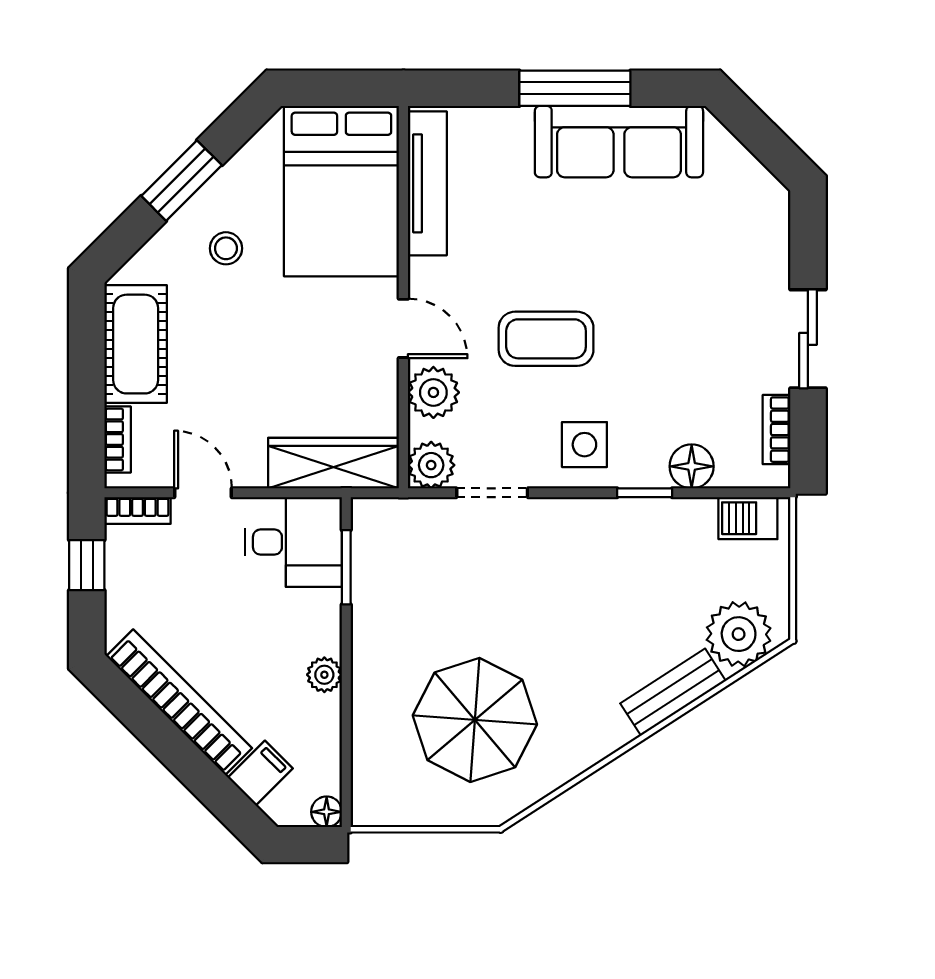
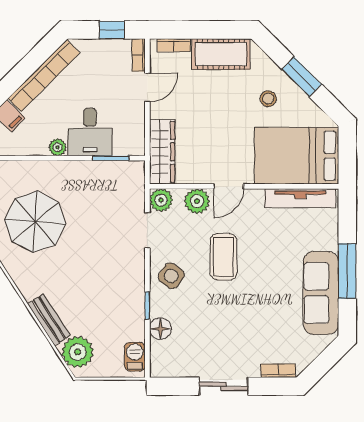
bookcase: (777, 430) -> (278, 371), moved
side table: (584, 445) -> (171, 276), turned 37
desk: (294, 542) -> (90, 132), moved

